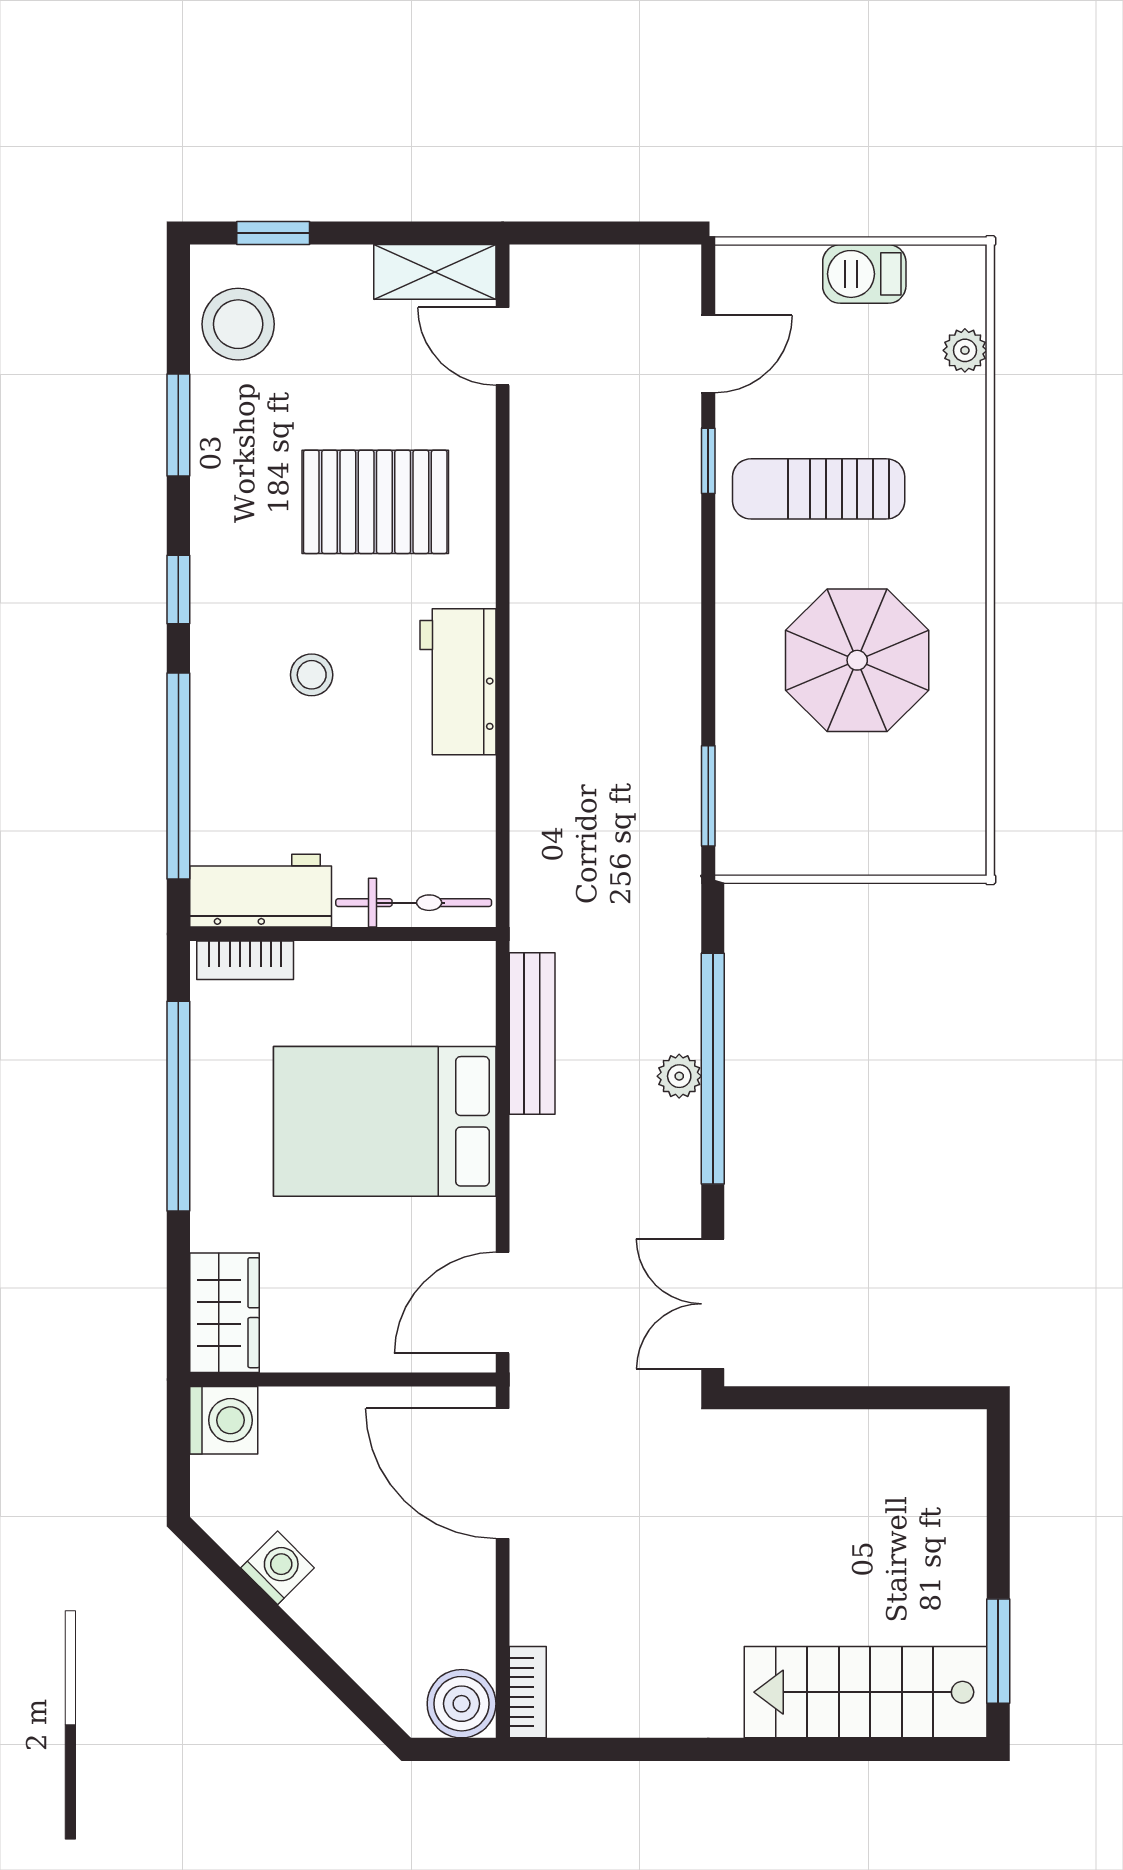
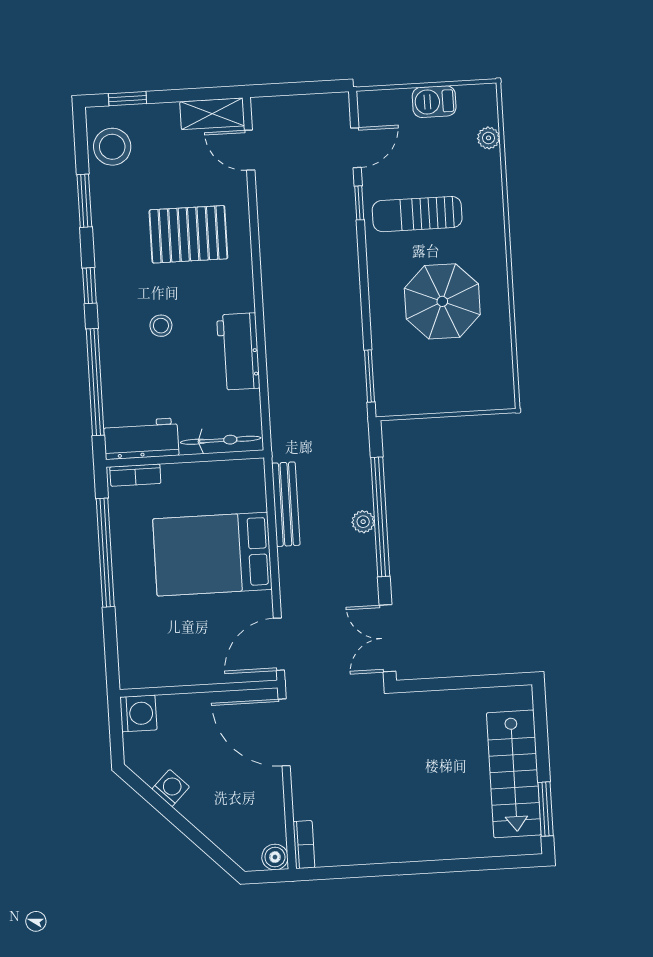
workbench: (458, 682) -> (238, 352), moved
wardrobe: (224, 1313) -> (135, 658), removed
stairs: (866, 1692) -> (514, 774), moved, turned -90
boiler: (462, 1704) -> (275, 857), width x0.73, depth x0.73

